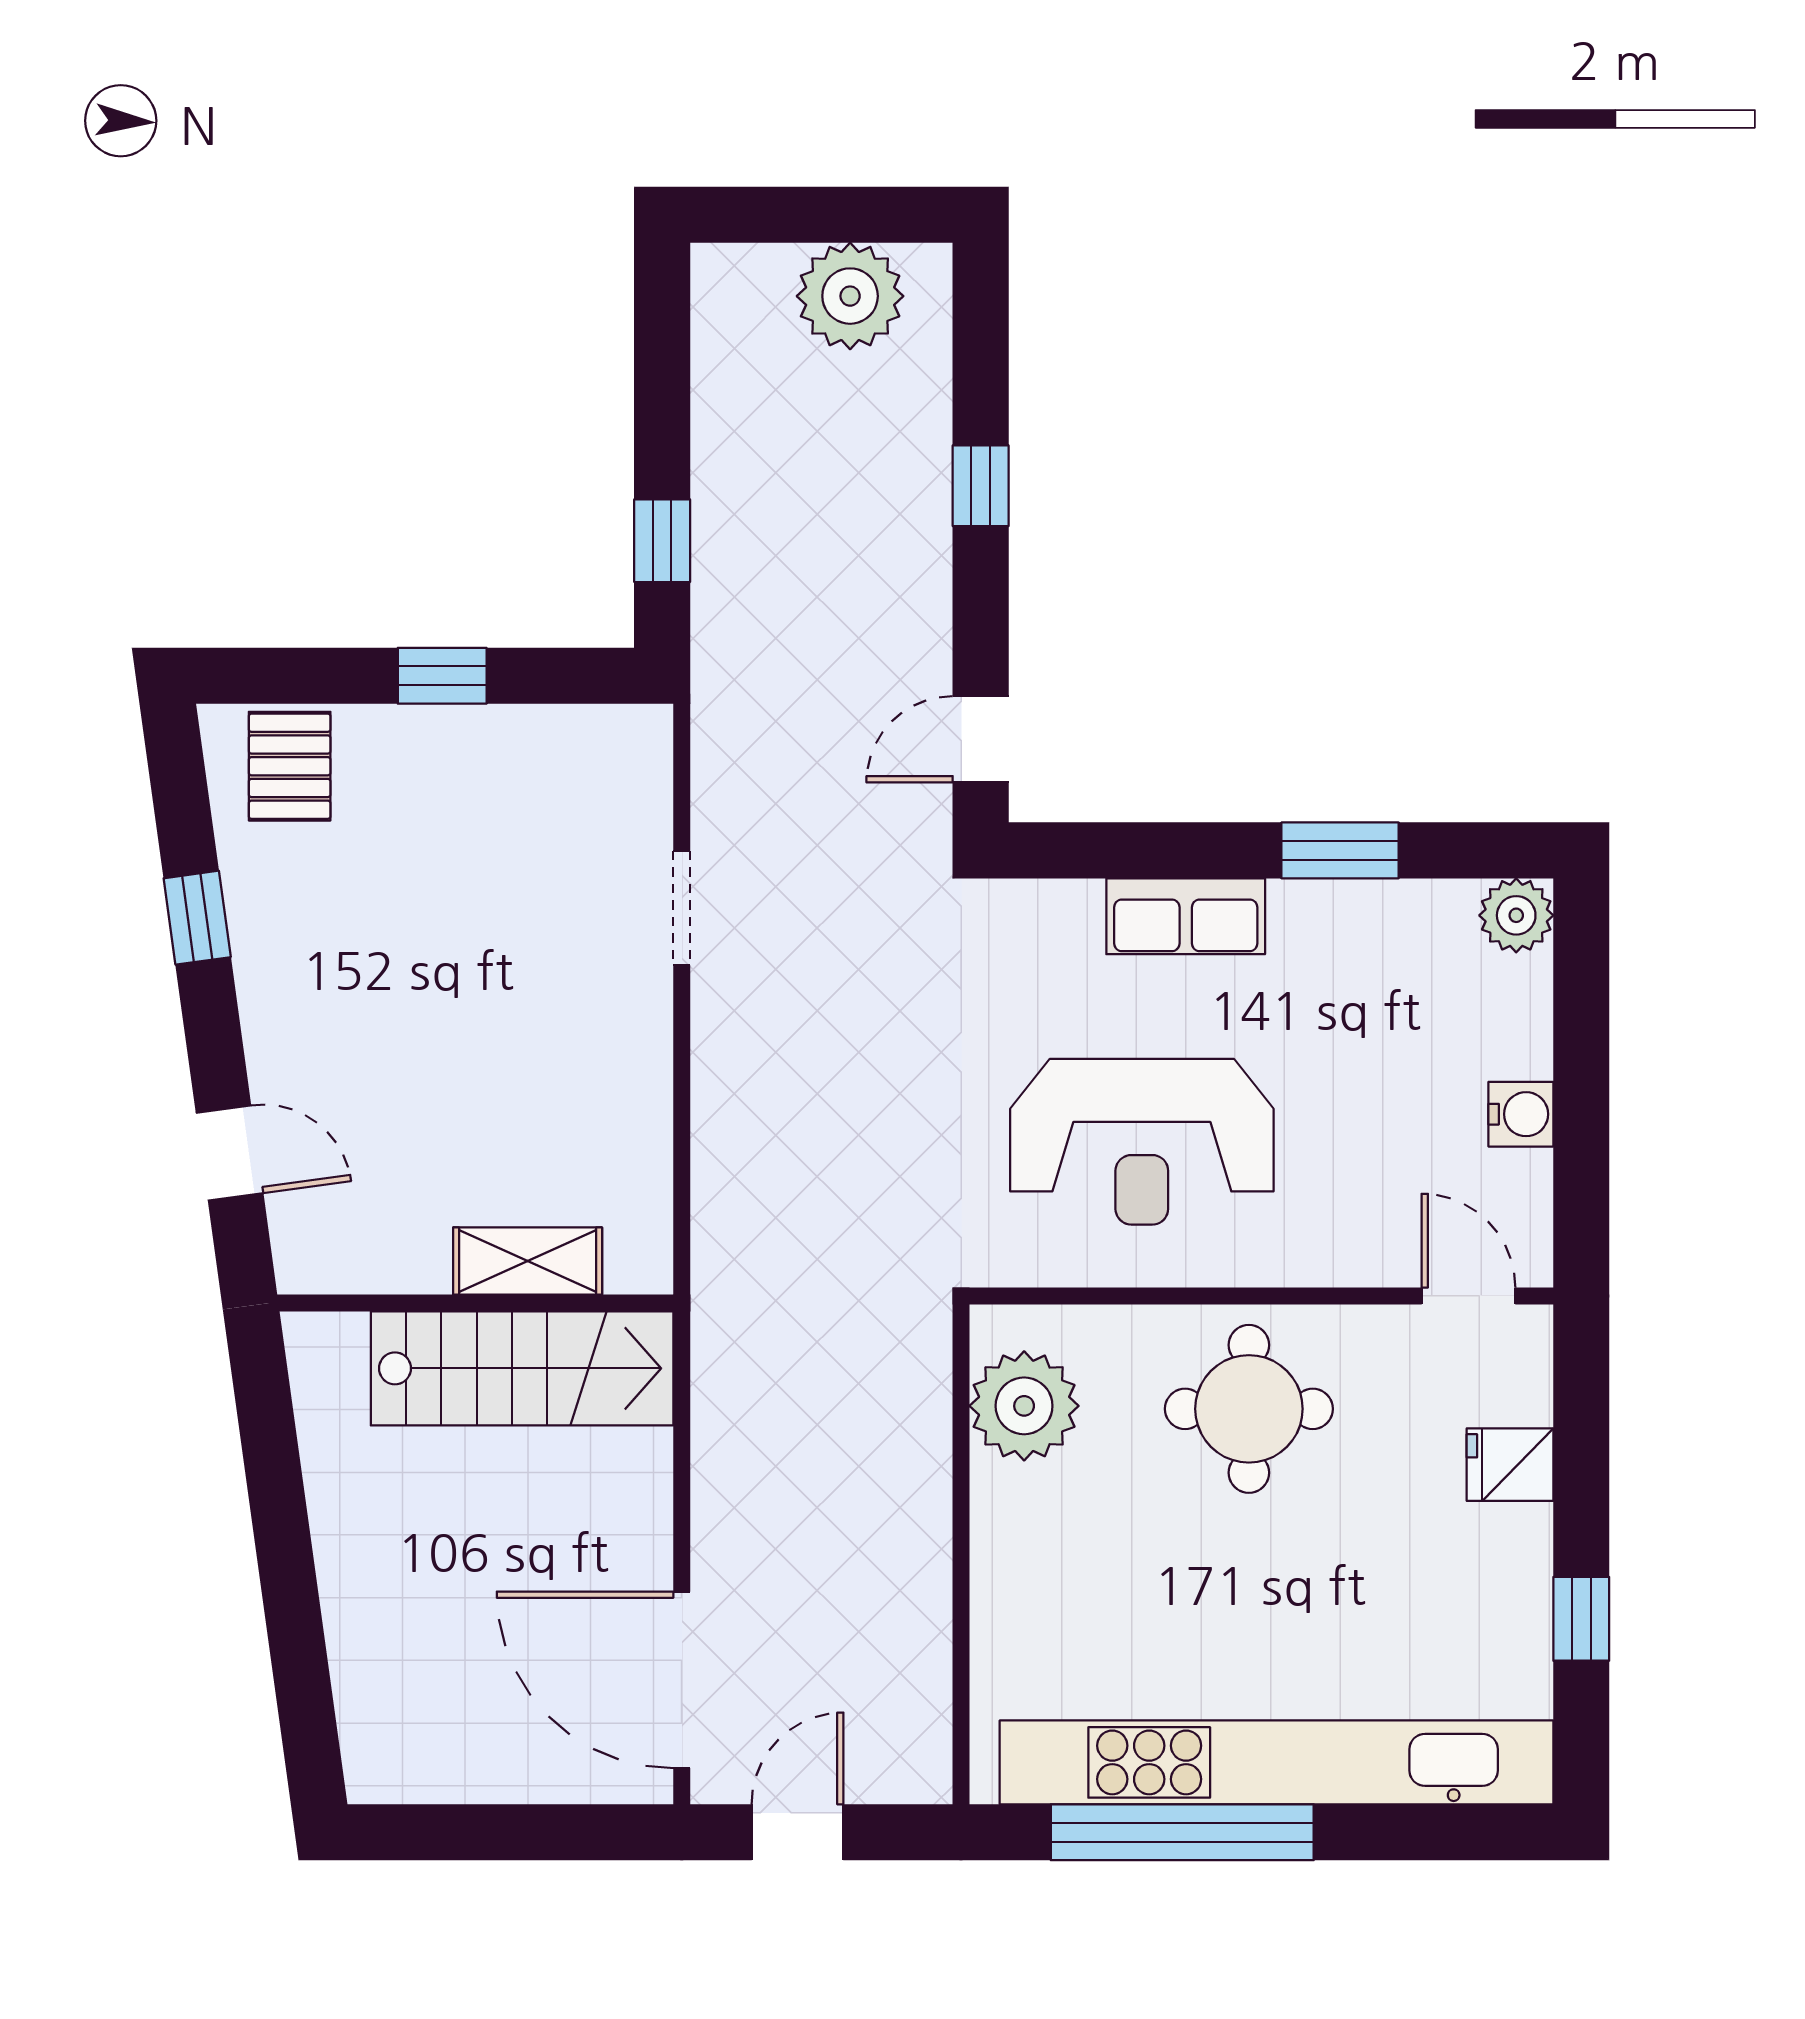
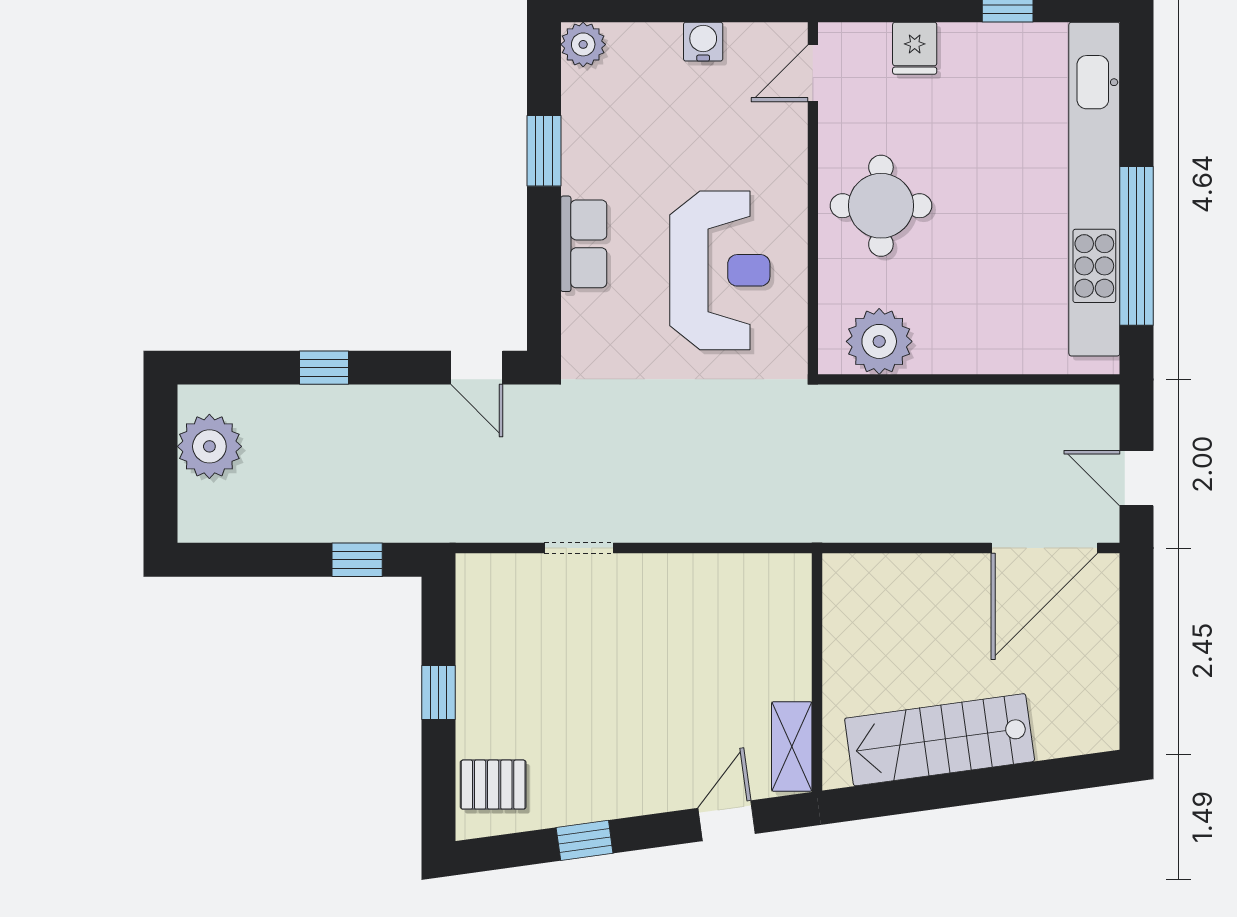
shelving: (528, 1261) -> (792, 746), moved
stairs: (522, 1368) -> (940, 740), moved, turned -98

